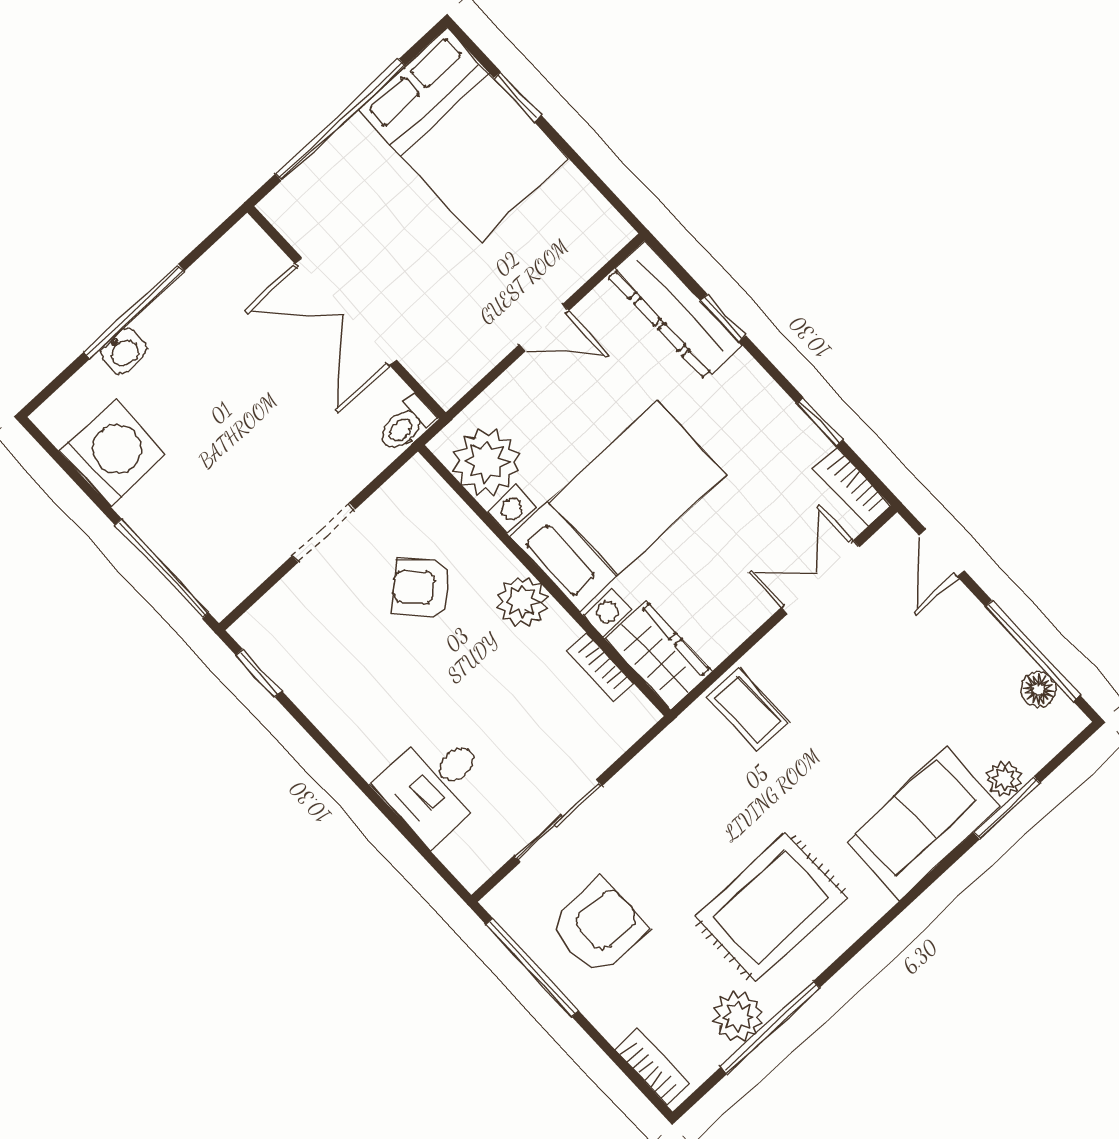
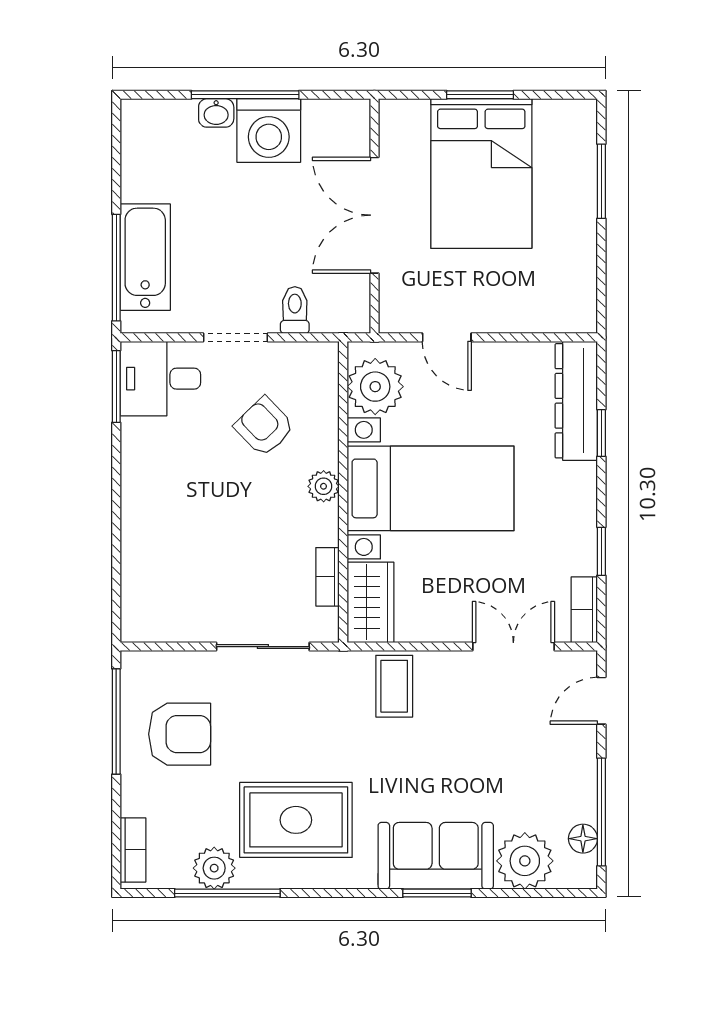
window: (518, 97) -> (601, 181), width x1.50
window: (340, 120) -> (480, 95), width x0.47
bed: (463, 134) -> (481, 174), moved
door: (544, 328) -> (447, 337), moved
toilet: (406, 425) -> (295, 310), moved, turned 90
washing machine: (113, 453) -> (269, 131), moved, turned 90
bathtub: (179, 536) -> (145, 257), added
plant: (522, 601) -> (324, 486), width x0.73, depth x0.73
window: (259, 673) -> (116, 387), width x1.50
plant: (1004, 779) -> (525, 861), width x1.87, depth x1.87
desk: (435, 785) -> (160, 379), moved
window: (1007, 808) -> (437, 893), moved
sliding door: (558, 821) -> (263, 647), moved

